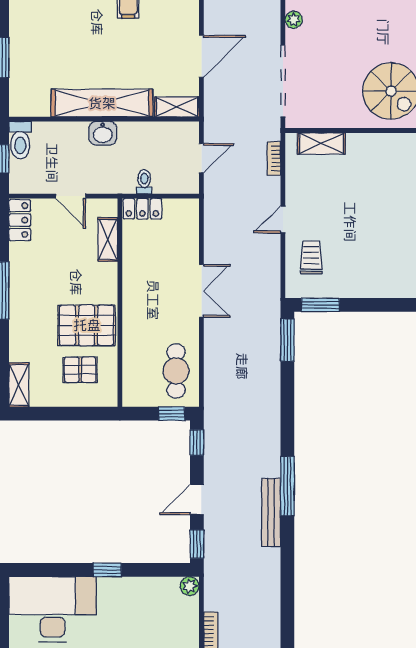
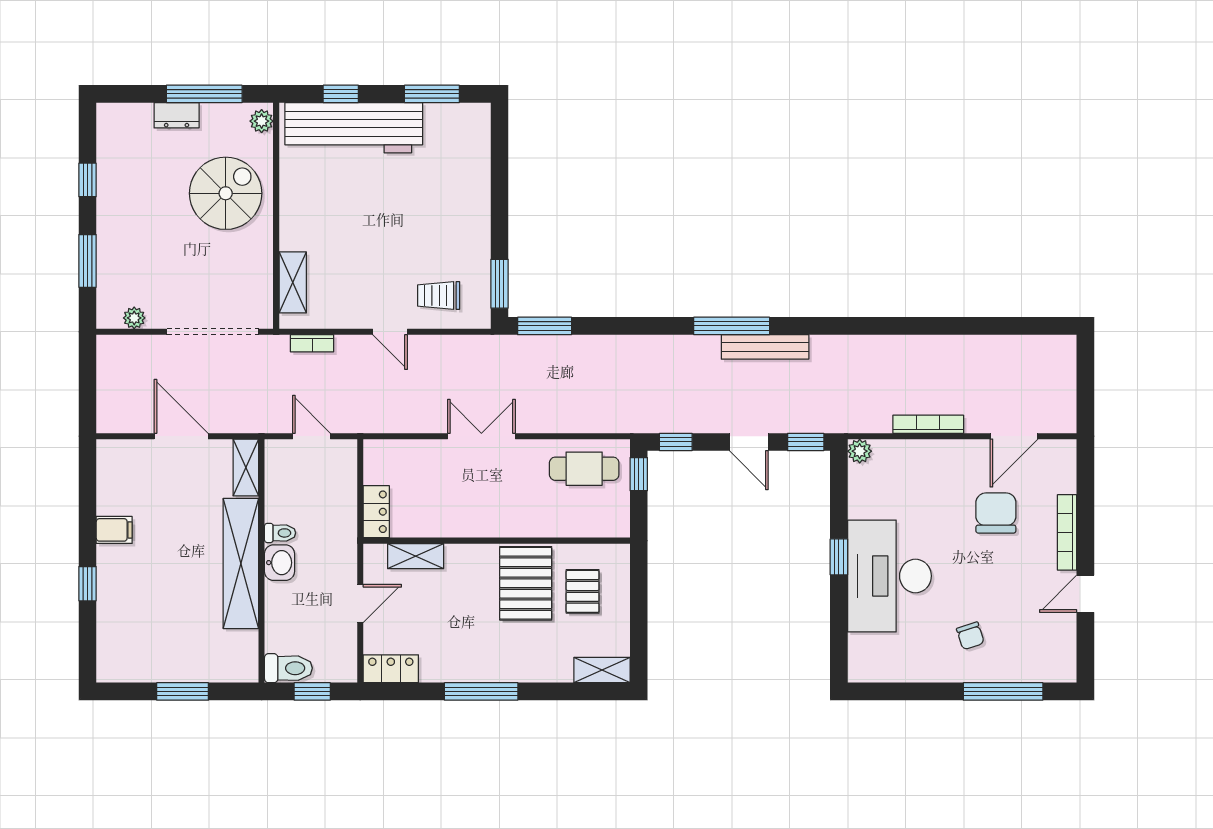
toilet: (144, 182) -> (280, 533), moved, turned 180
desk: (53, 609) -> (889, 576), moved

